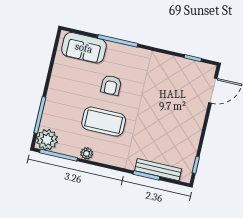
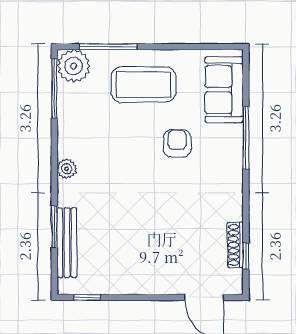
shoe rack: (184, 63) -> (235, 245), added
armchair: (111, 85) -> (177, 143), turned 90
coffee table: (104, 122) -> (143, 84), moved, turned 90
plant: (87, 153) -> (67, 169), moved

